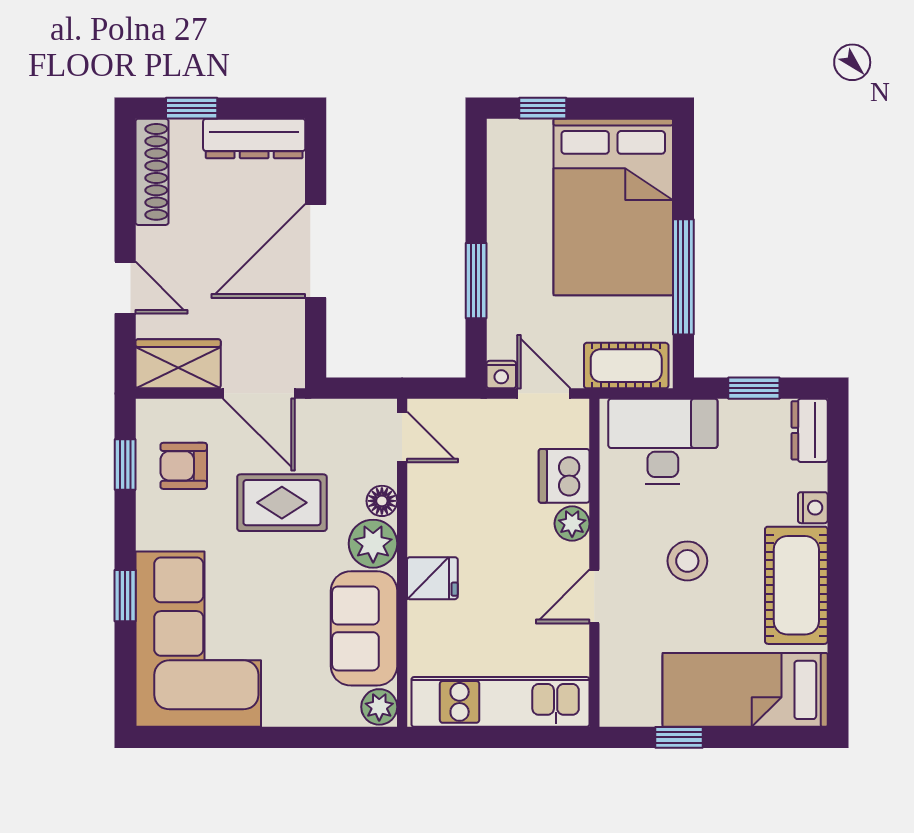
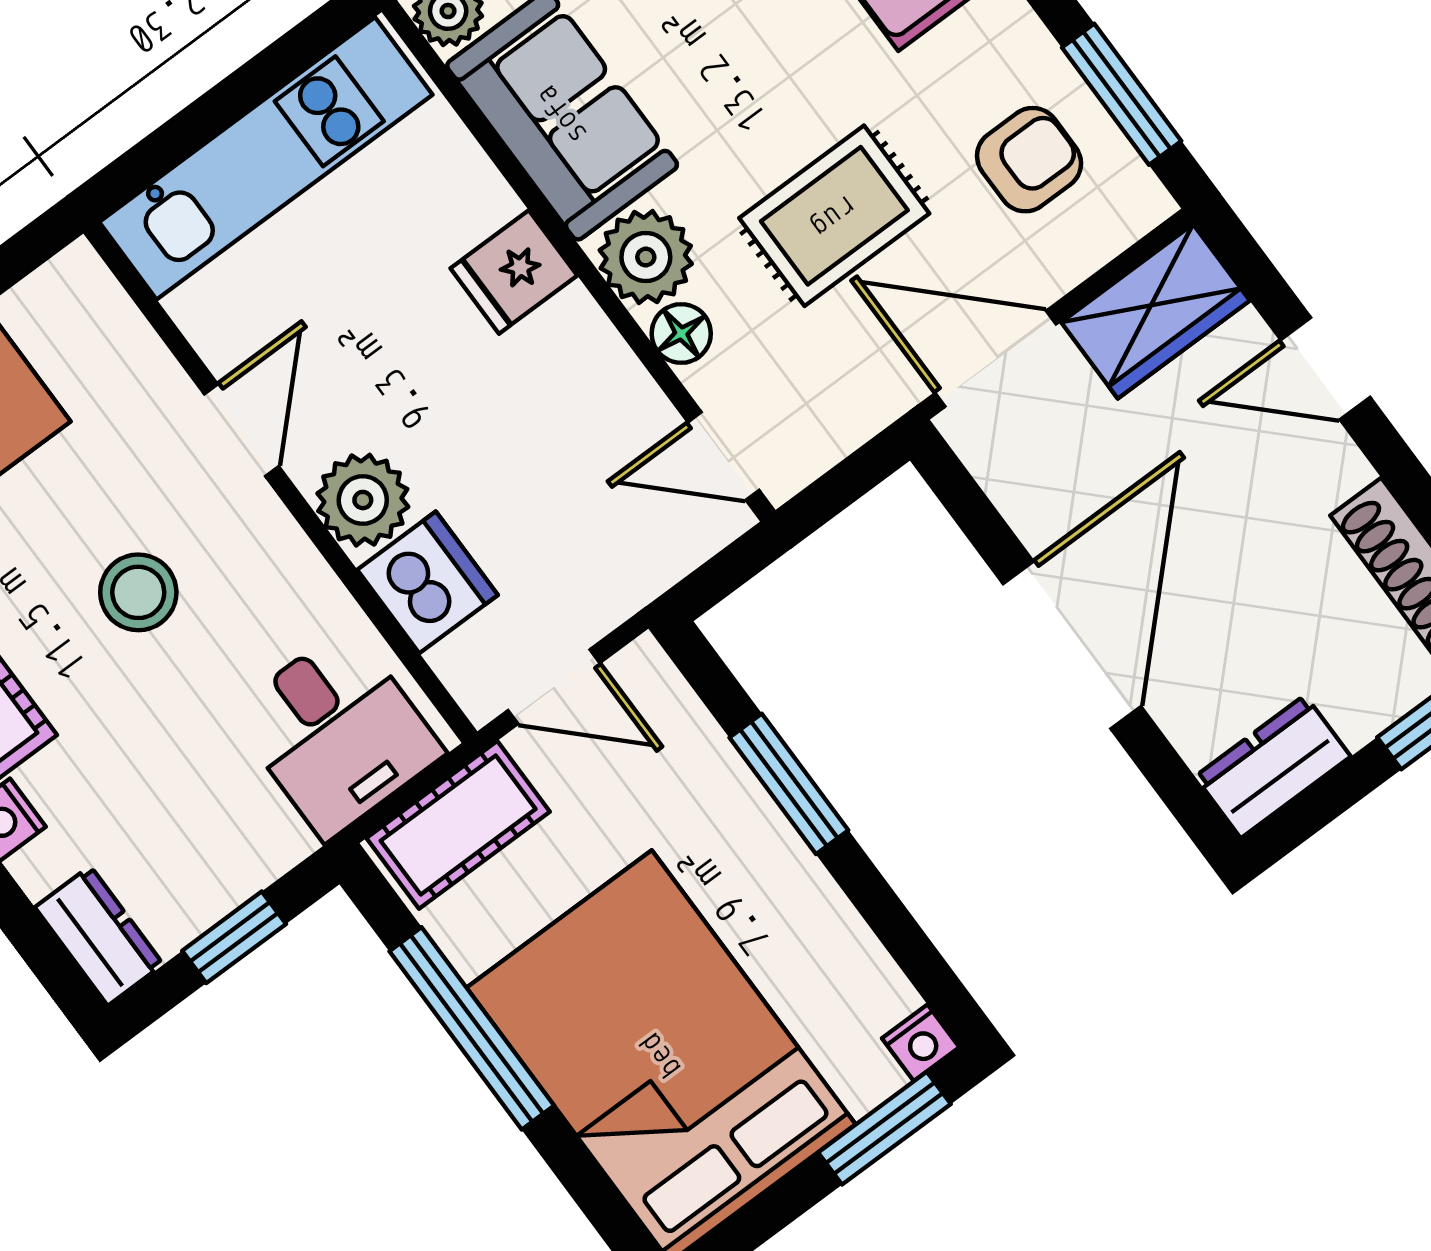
window: (543, 108) -> (884, 1128), width x1.50
dresser: (254, 138) -> (1273, 767), width x0.70
nightstand: (501, 375) -> (921, 1043), moved, turned 180
desk: (663, 441) -> (337, 733), width x0.73
window: (125, 464) -> (1122, 94), width x1.50
plant: (572, 524) -> (363, 500), width x1.38, depth x1.38

